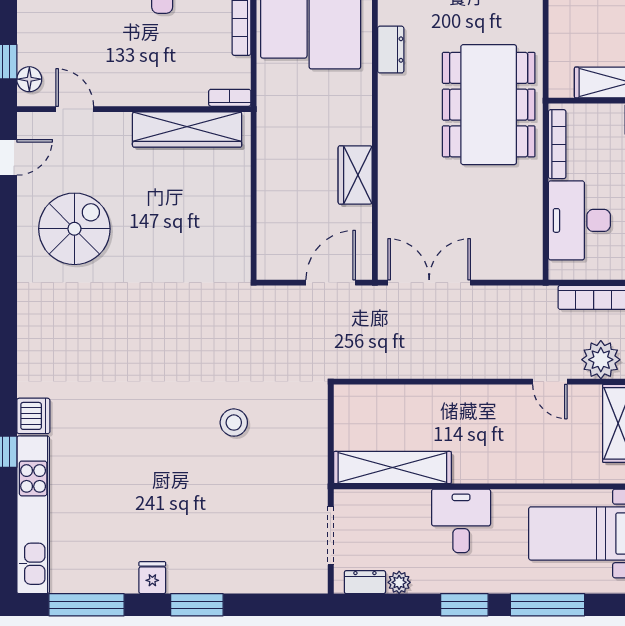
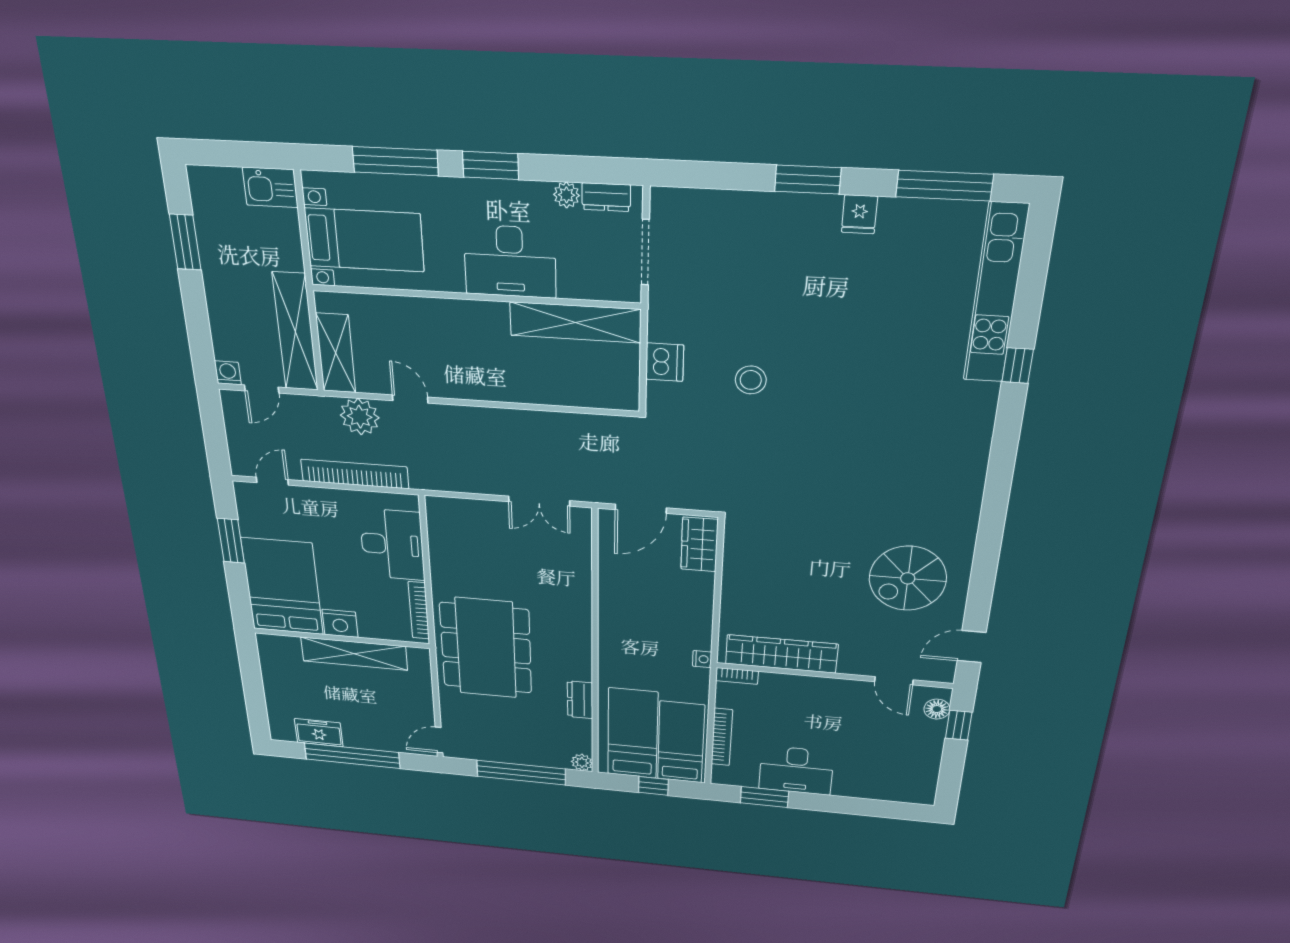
nightstand: (266, 115) -> (702, 659), added
wardrobe: (355, 175) -> (699, 544), moved, turned 180
double door: (429, 283) -> (539, 501), width x0.73
dishwasher: (33, 416) -> (665, 362), moved, turned 180
desk: (461, 521) -> (510, 261), width x1.37

